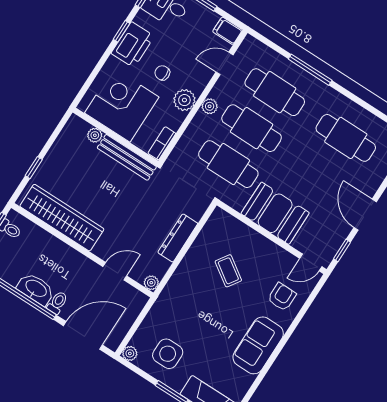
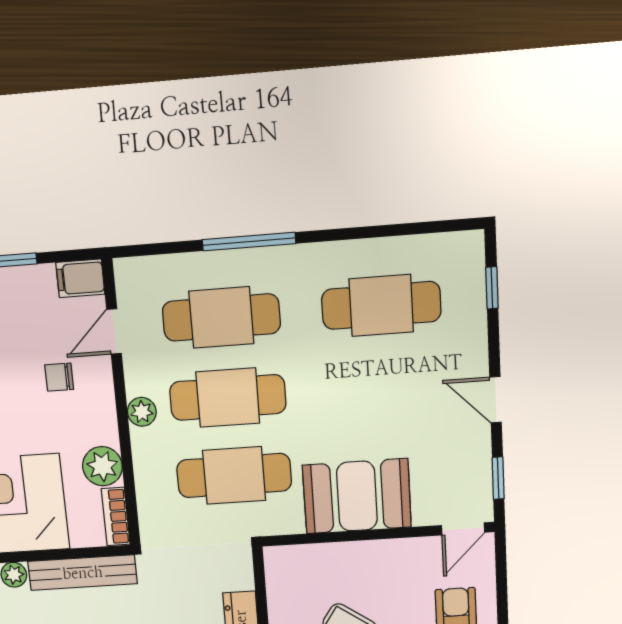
chair: (162, 73) -> (59, 377), moved
plant: (184, 100) -> (102, 466), moved
door: (365, 215) -> (496, 400), width x0.73

